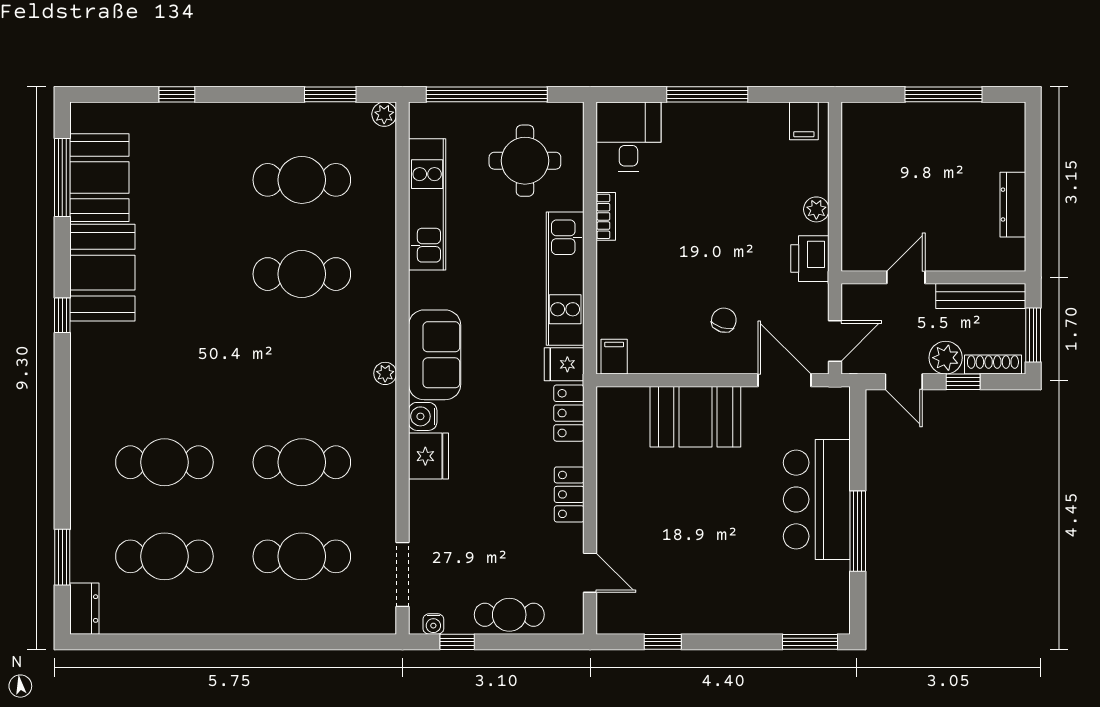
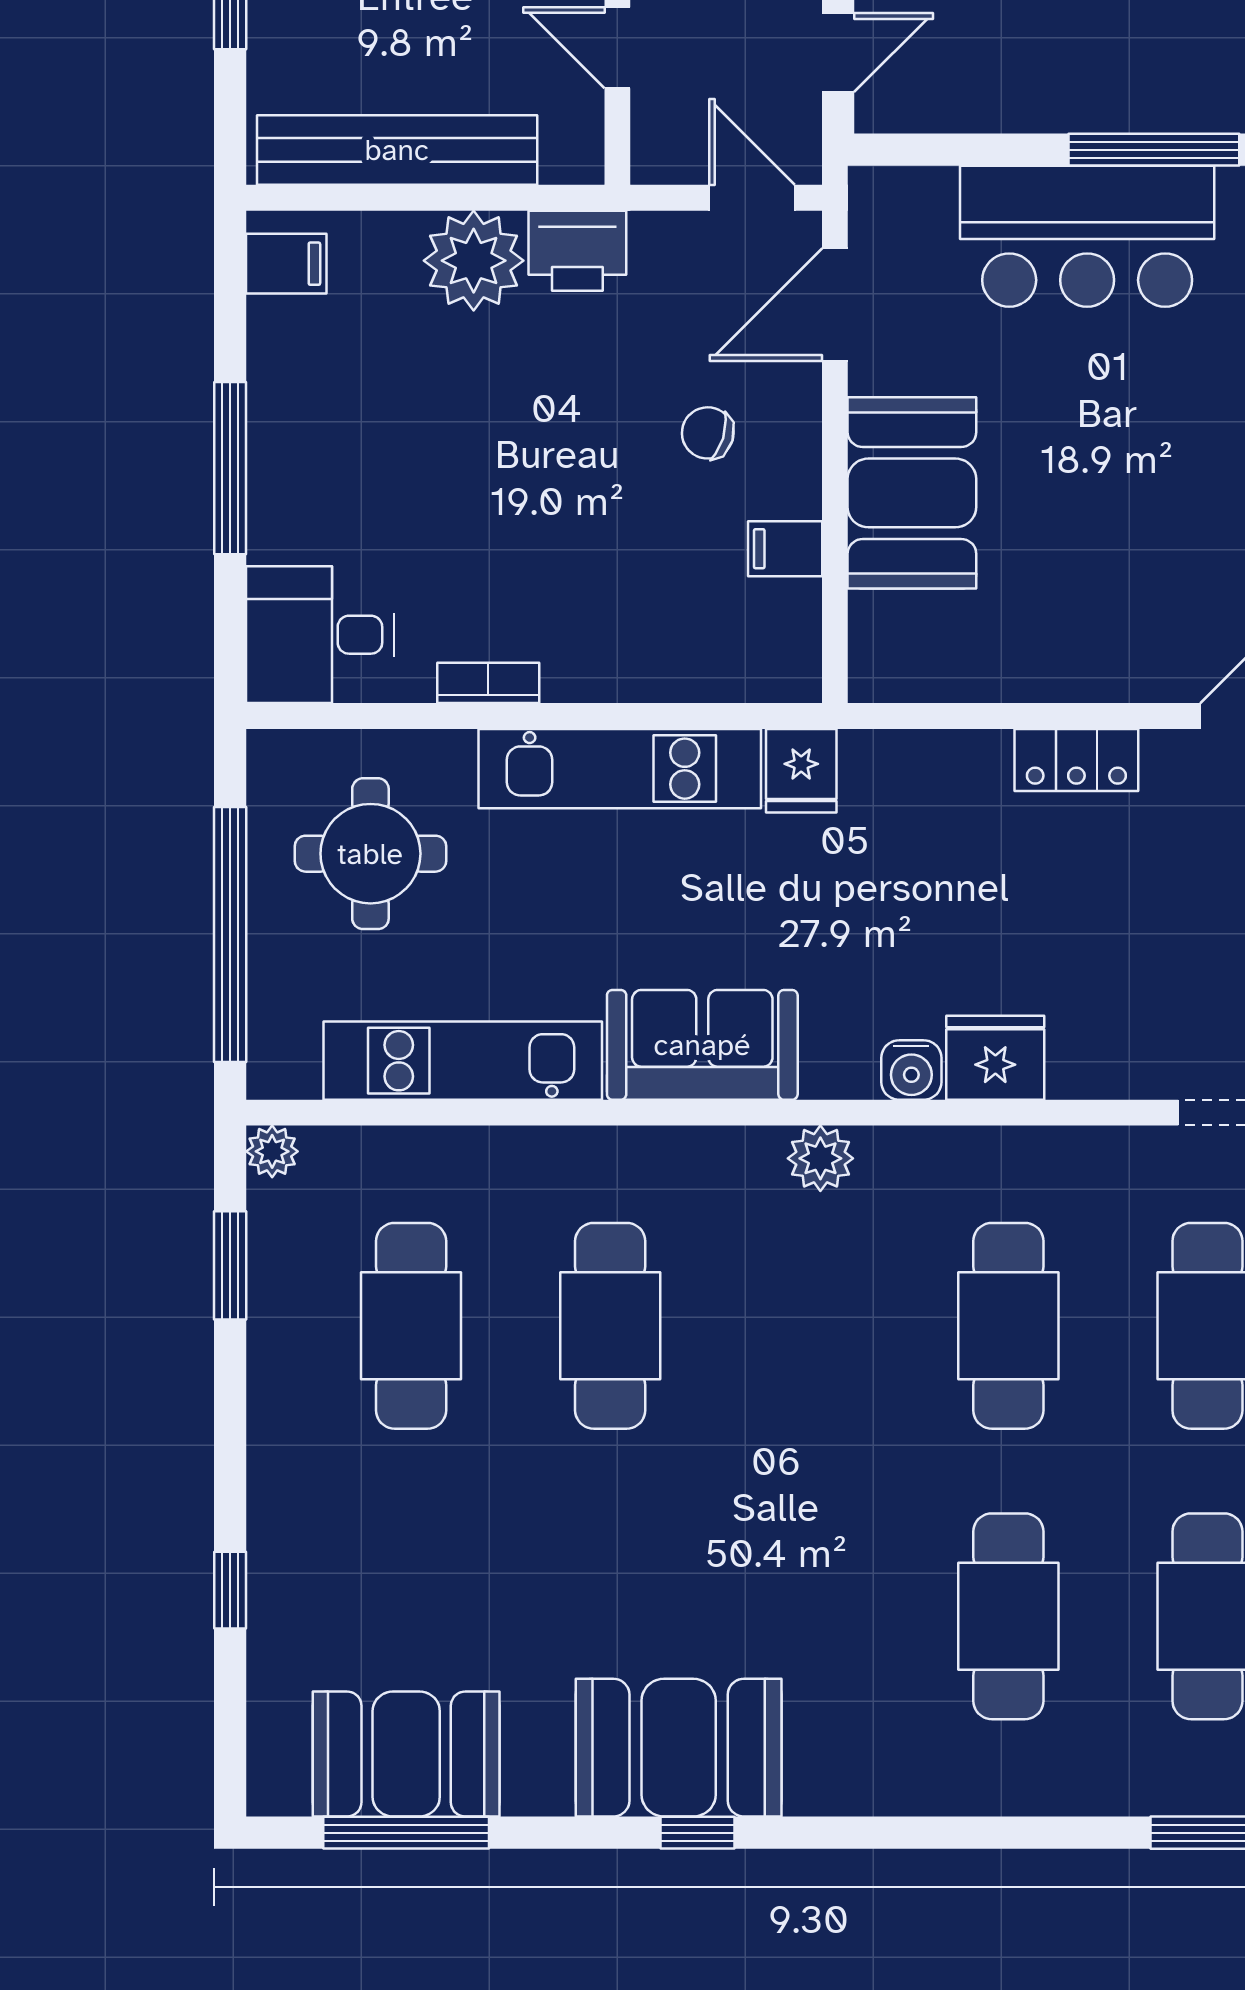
bench: (858, 173) -> (397, 150), added
plant: (816, 209) -> (474, 261), width x1.88, depth x1.88
booth: (102, 273) -> (679, 1748), moved
sofa: (435, 355) -> (702, 1045), moved
filing cabinet: (614, 357) -> (785, 549), moved
plant: (385, 373) -> (820, 1158), width x1.38, depth x1.38
locker: (569, 413) -> (904, 761), removed

